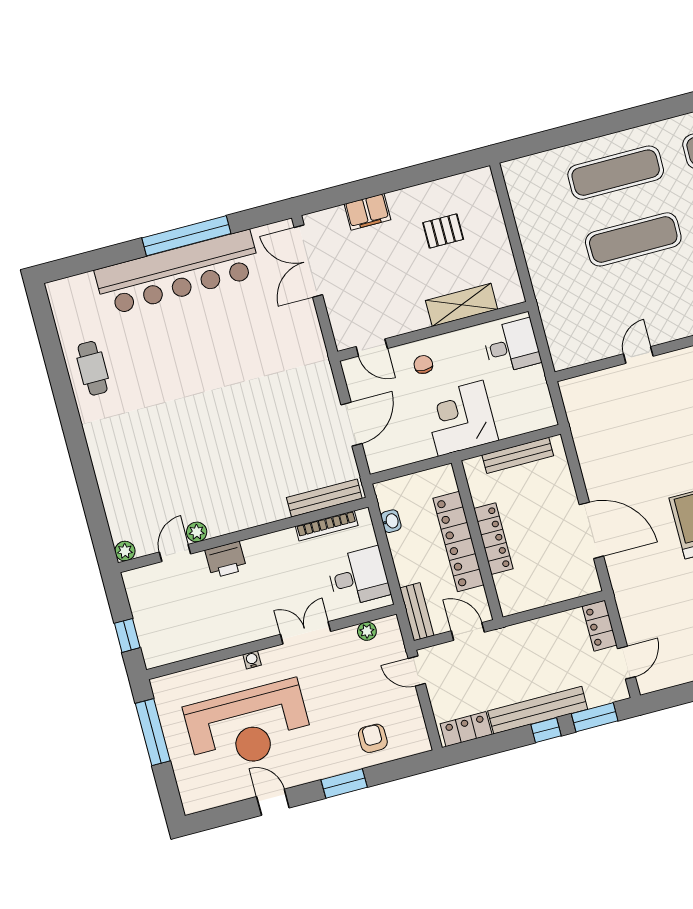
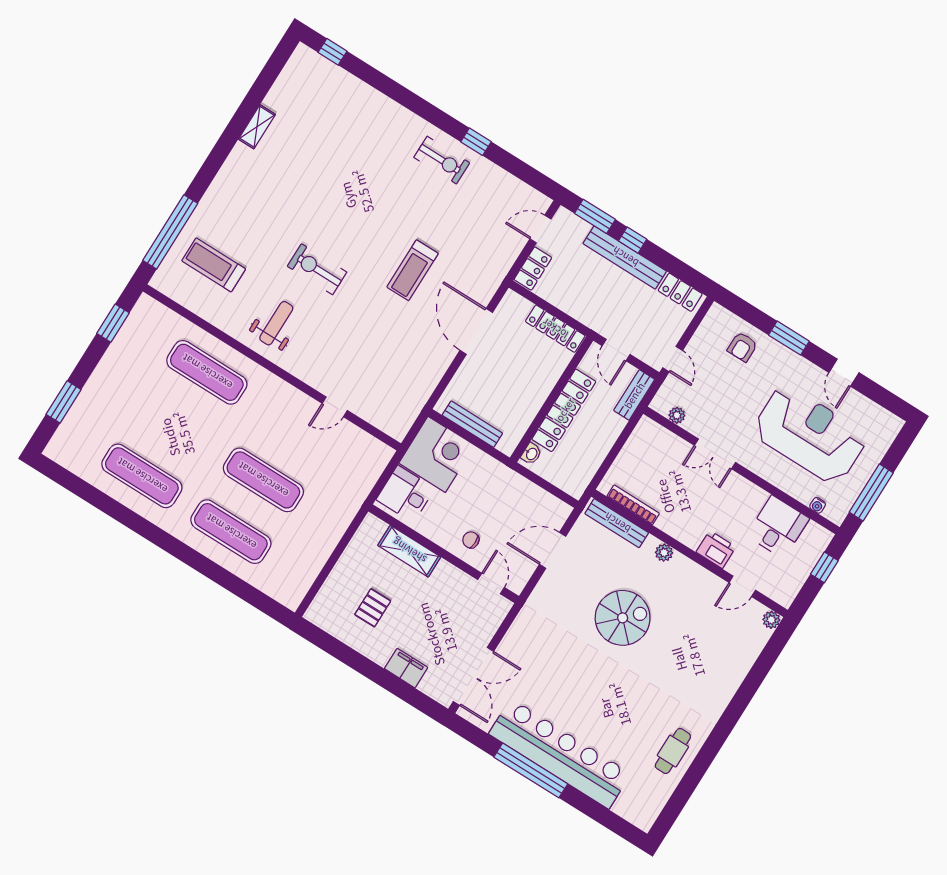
pallet: (443, 231) -> (373, 608), turned 90
chair: (423, 365) -> (471, 540), turned 90
corner desk: (461, 418) -> (437, 454), moved, turned -90
spiral stairs: (241, 430) -> (623, 618), added
washbasin: (391, 521) -> (531, 454), moved, turned 180
plant: (197, 532) -> (664, 553), moved
locker: (493, 539) -> (555, 329), moved, turned -90
desk: (358, 577) -> (778, 527), moved, turned 90
water cooler: (252, 660) -> (818, 505), moved

